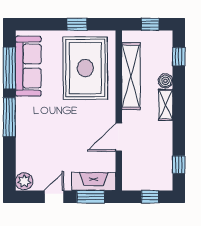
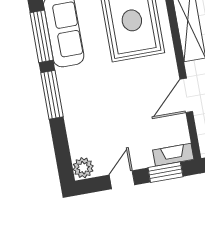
fireplace: (94, 182) -> (173, 155), width x0.73, depth x0.76

